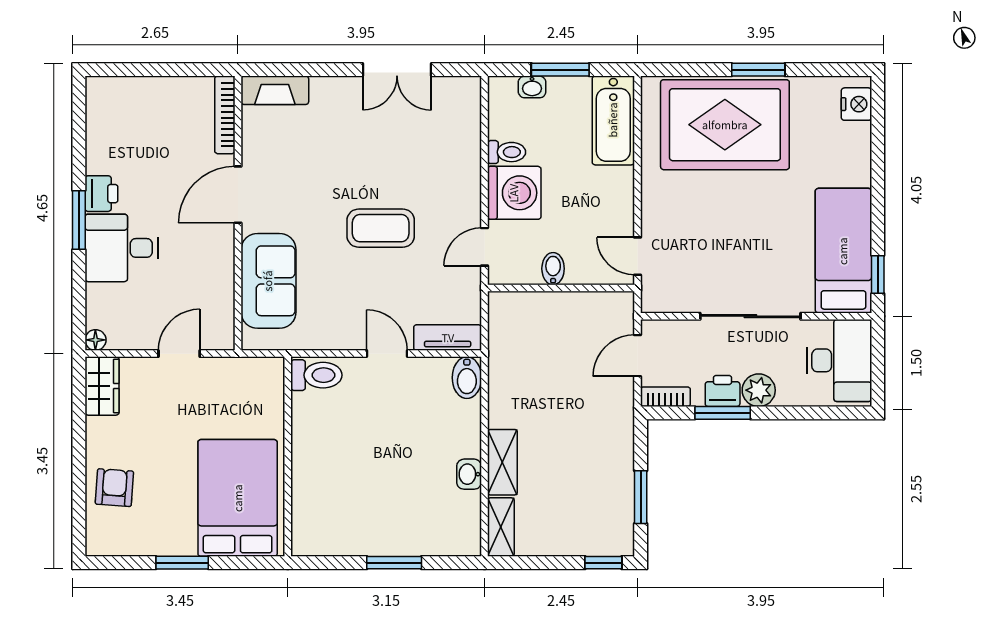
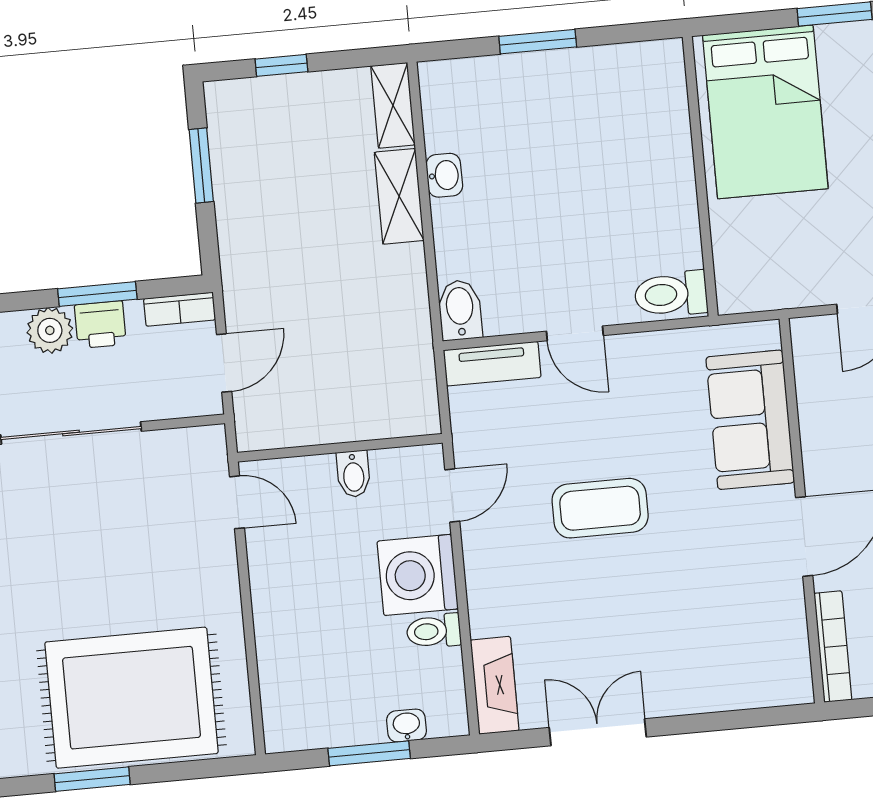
fireplace: (275, 90) -> (495, 685), moved, turned 90
bathtub: (613, 120) -> (288, 689), removed
window: (603, 563) -> (281, 65), moved

